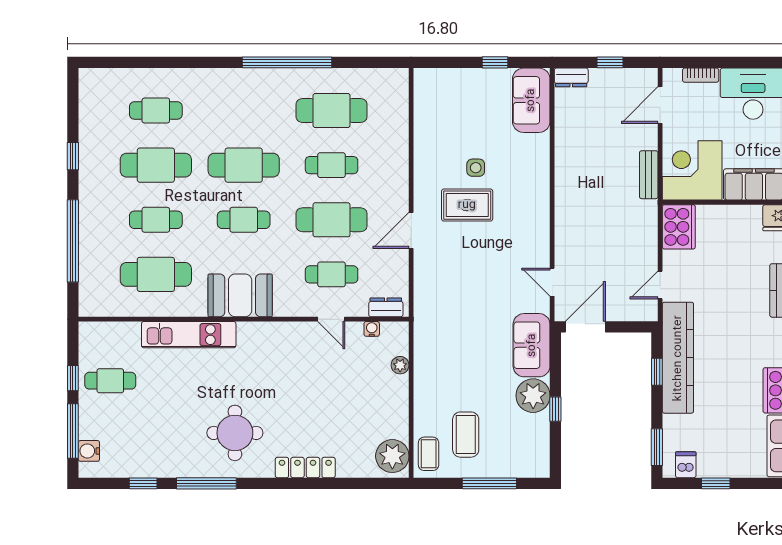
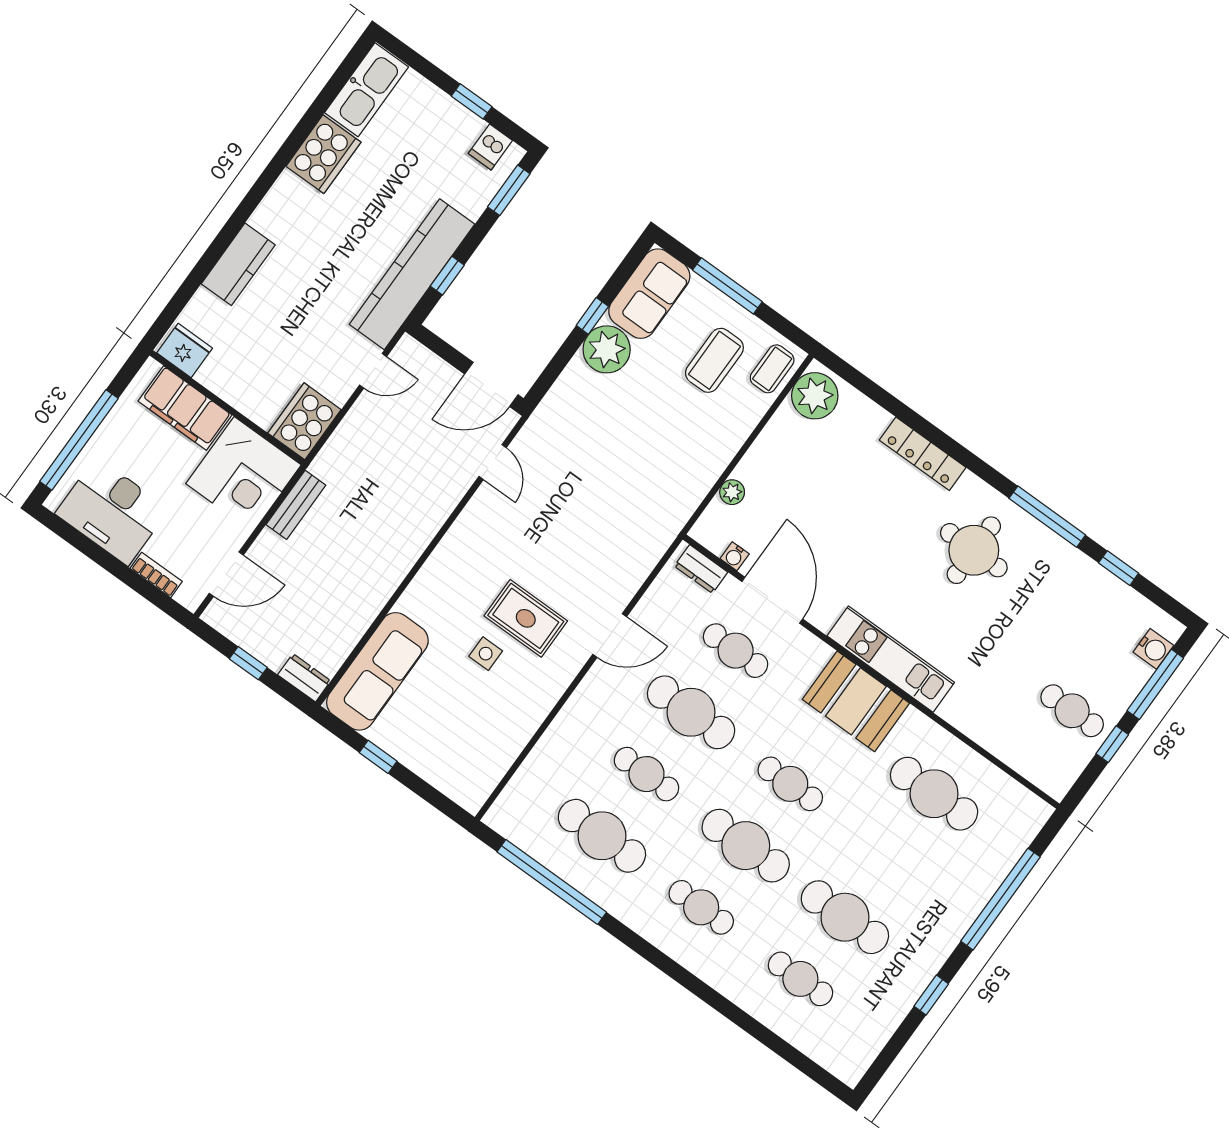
window: (287, 62) -> (552, 882), moved
sofa: (531, 100) -> (377, 671), width x1.36
cafe table: (156, 220) -> (701, 907), moved
door: (331, 319) -> (772, 600), width x1.88
kitchen unit: (189, 335) -> (891, 659), moved
sofa: (532, 345) -> (649, 294), moved

